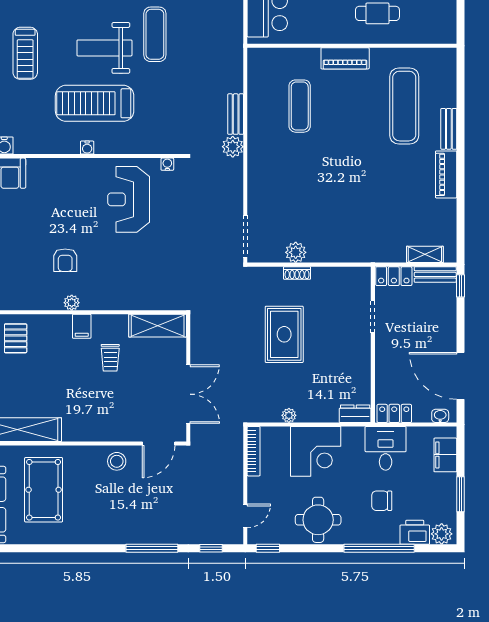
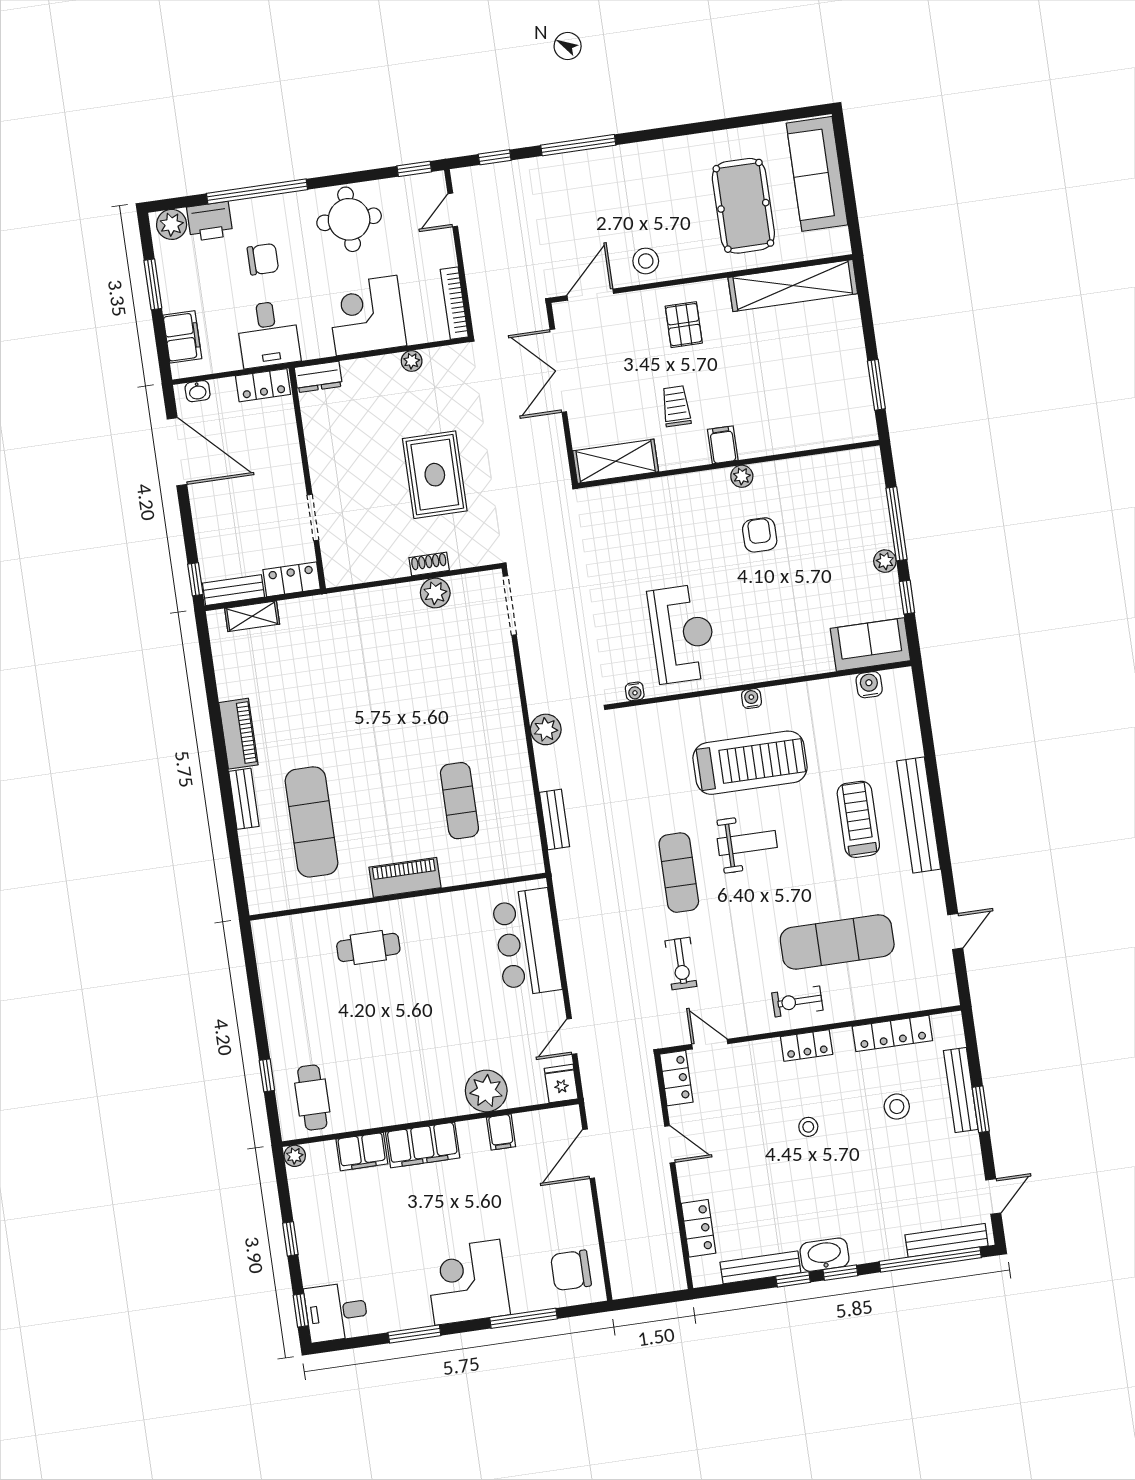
weight bench: (104, 48) -> (747, 843), width x0.73, depth x0.75
bench: (236, 114) -> (555, 819), moved
pallet: (16, 338) -> (684, 325), moved

